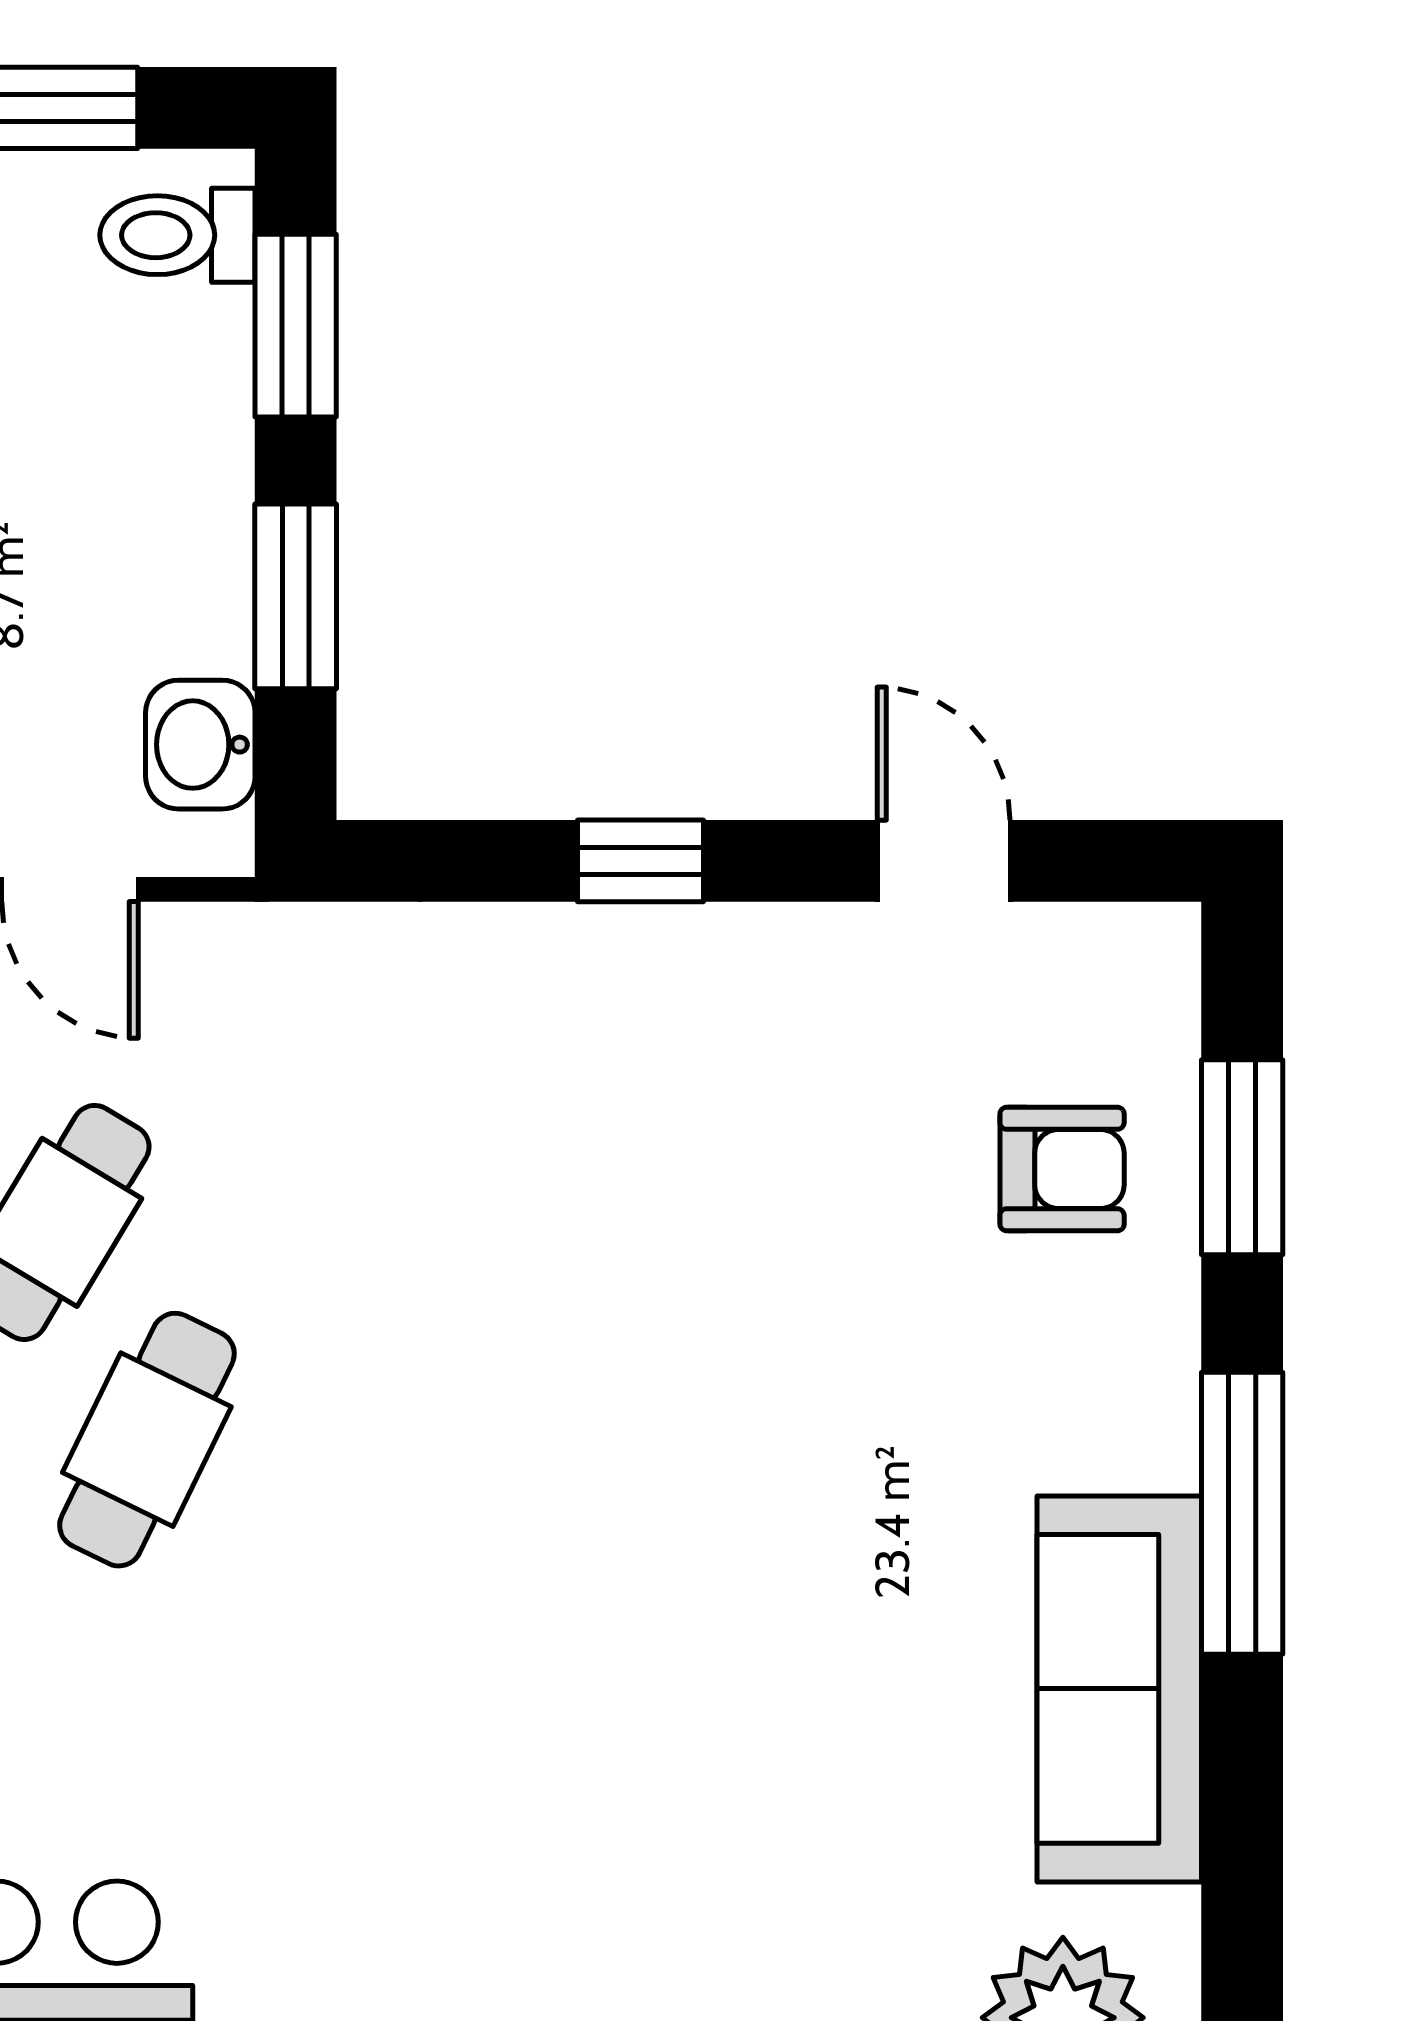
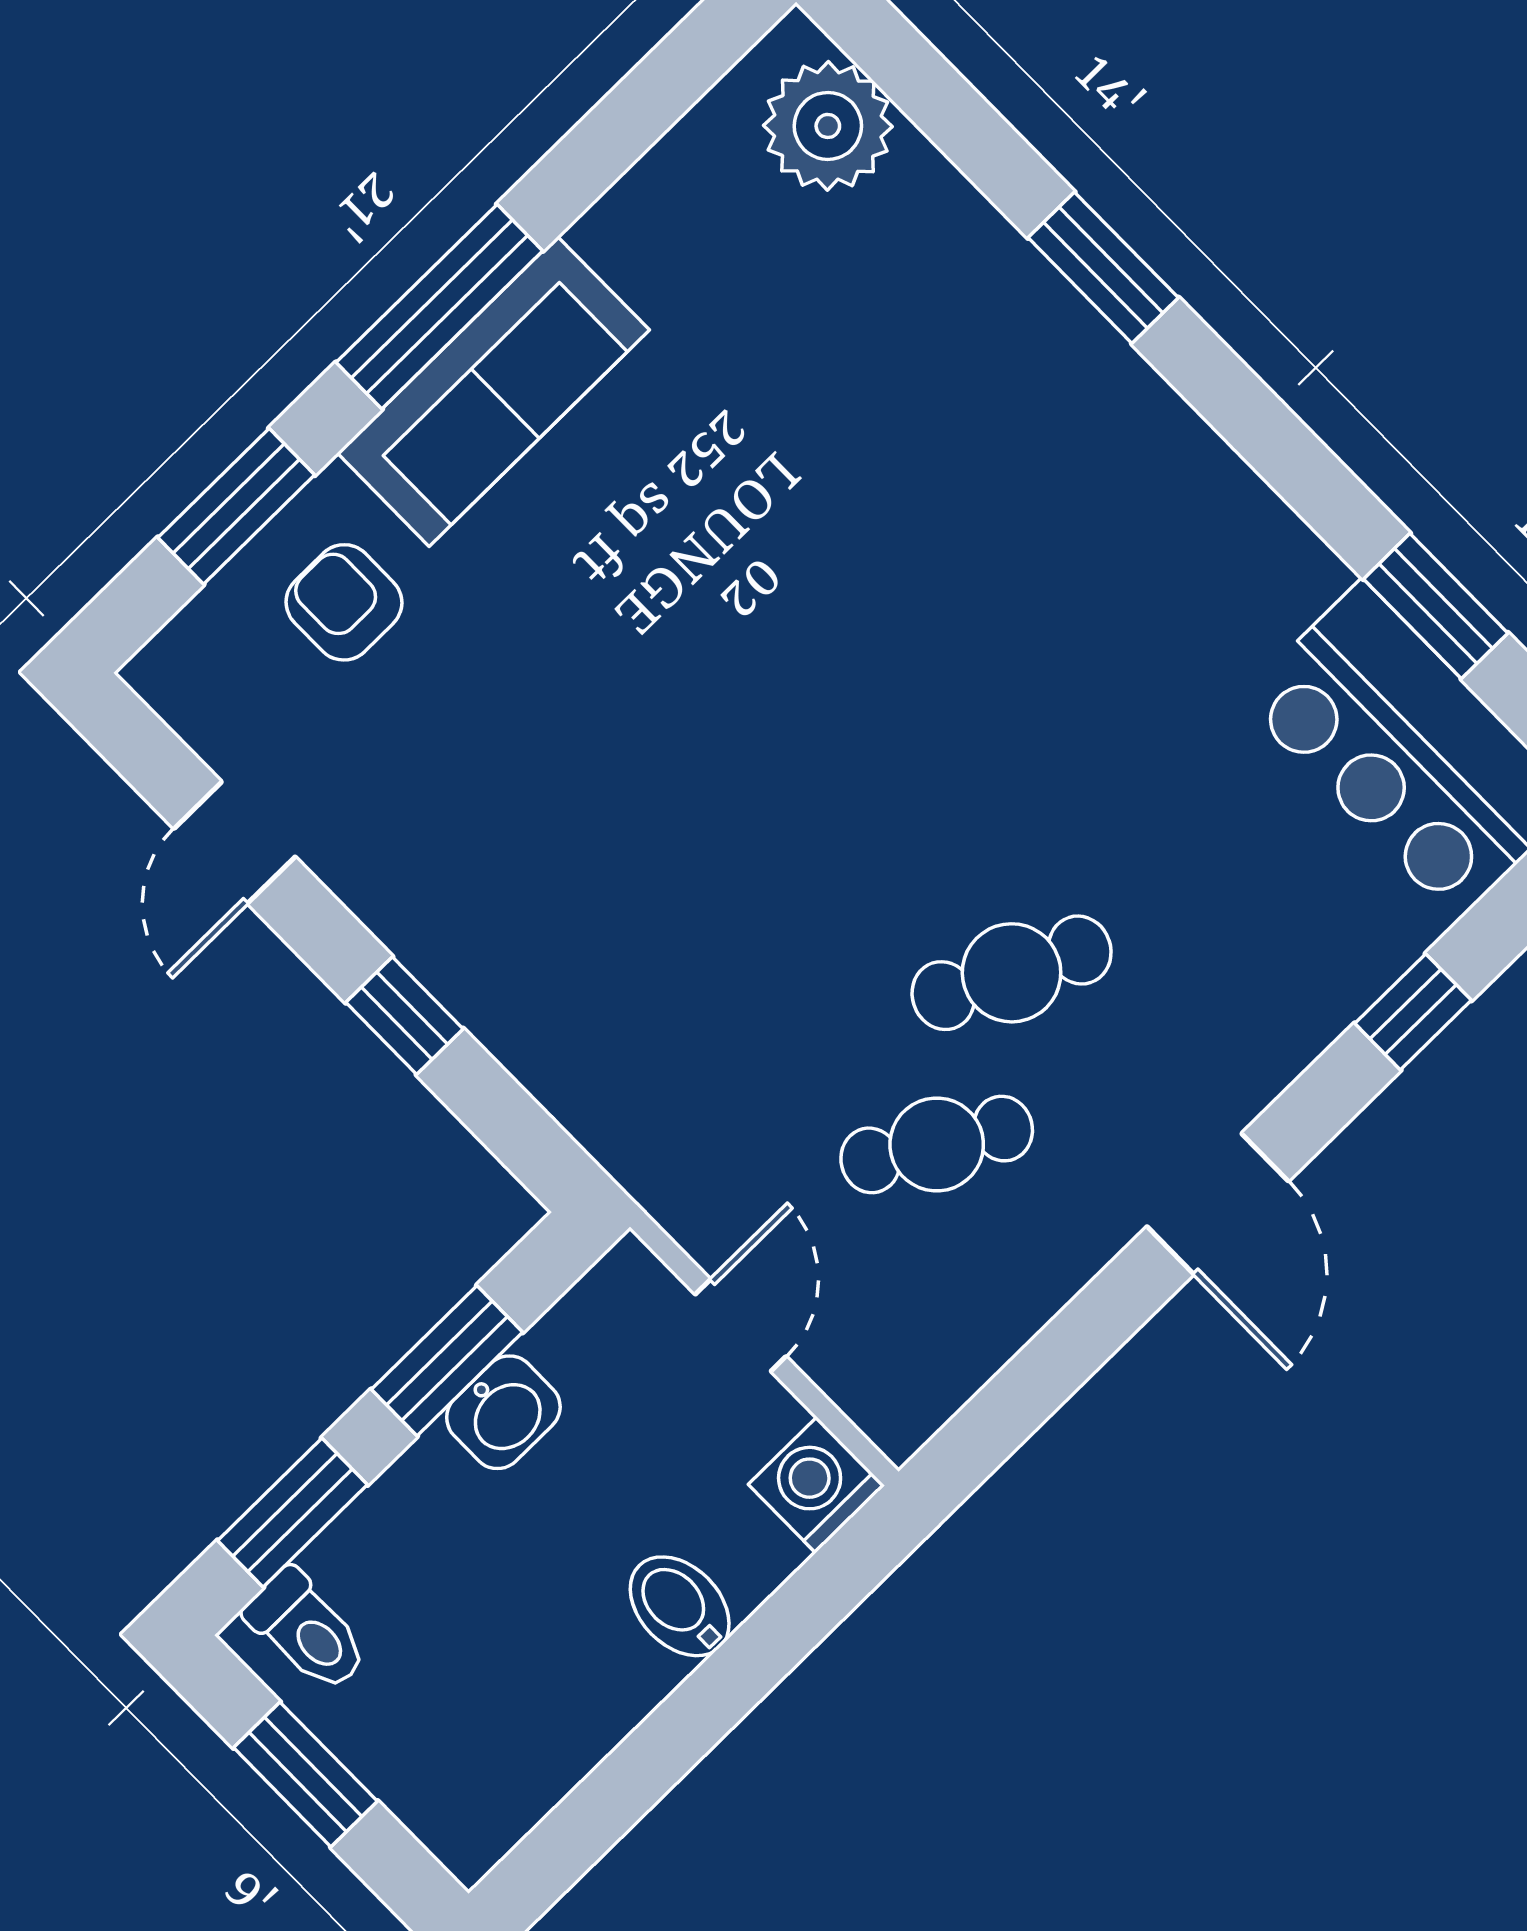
washbasin: (200, 745) -> (503, 1412), moved
sofa: (1119, 1689) -> (493, 391), moved

